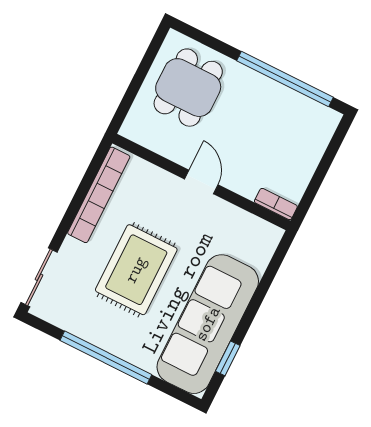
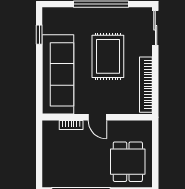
bookcase: (276, 204) -> (71, 125), moved
sofa: (208, 324) -> (58, 74), moved

